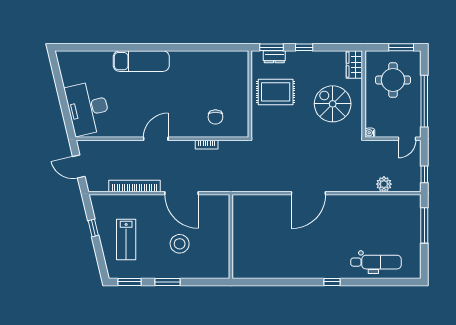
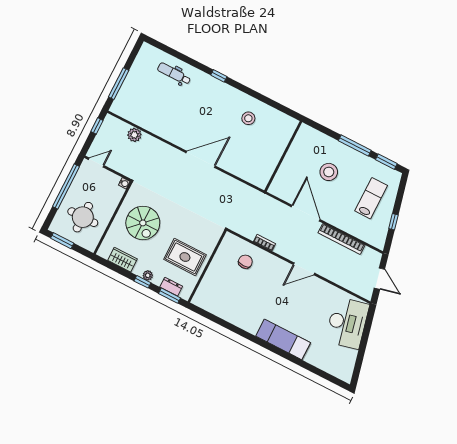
plant: (302, 56) -> (148, 275), added
wardrobe: (354, 65) -> (122, 260), moved, turned -90
stool: (283, 256) -> (248, 118), added
dental chair: (376, 262) -> (174, 74), width x0.73, depth x0.72
window: (168, 282) -> (355, 145), width x1.44

